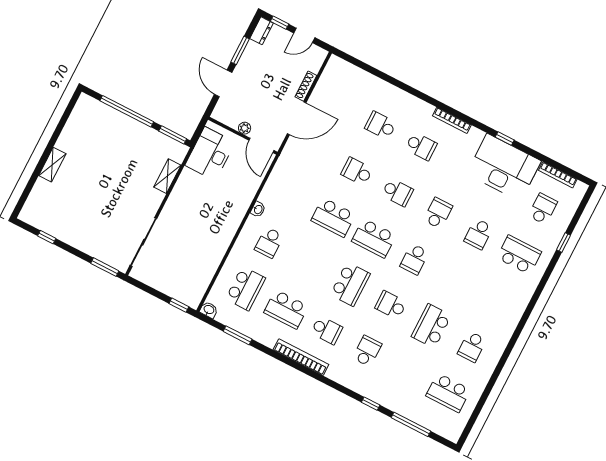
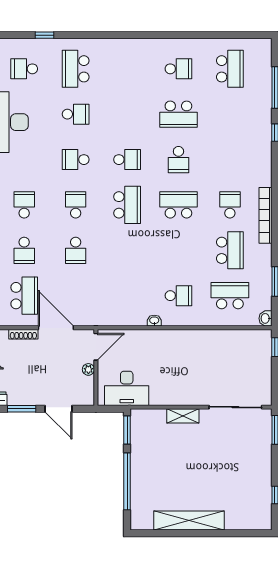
door: (223, 83) -> (58, 409), hinge flipped
shelving: (52, 165) -> (189, 521), width x2.20, depth x1.33
shelving: (167, 176) -> (183, 416), moved
school desk: (333, 217) -> (24, 296), moved
school desk: (367, 351) -> (230, 160), removed

